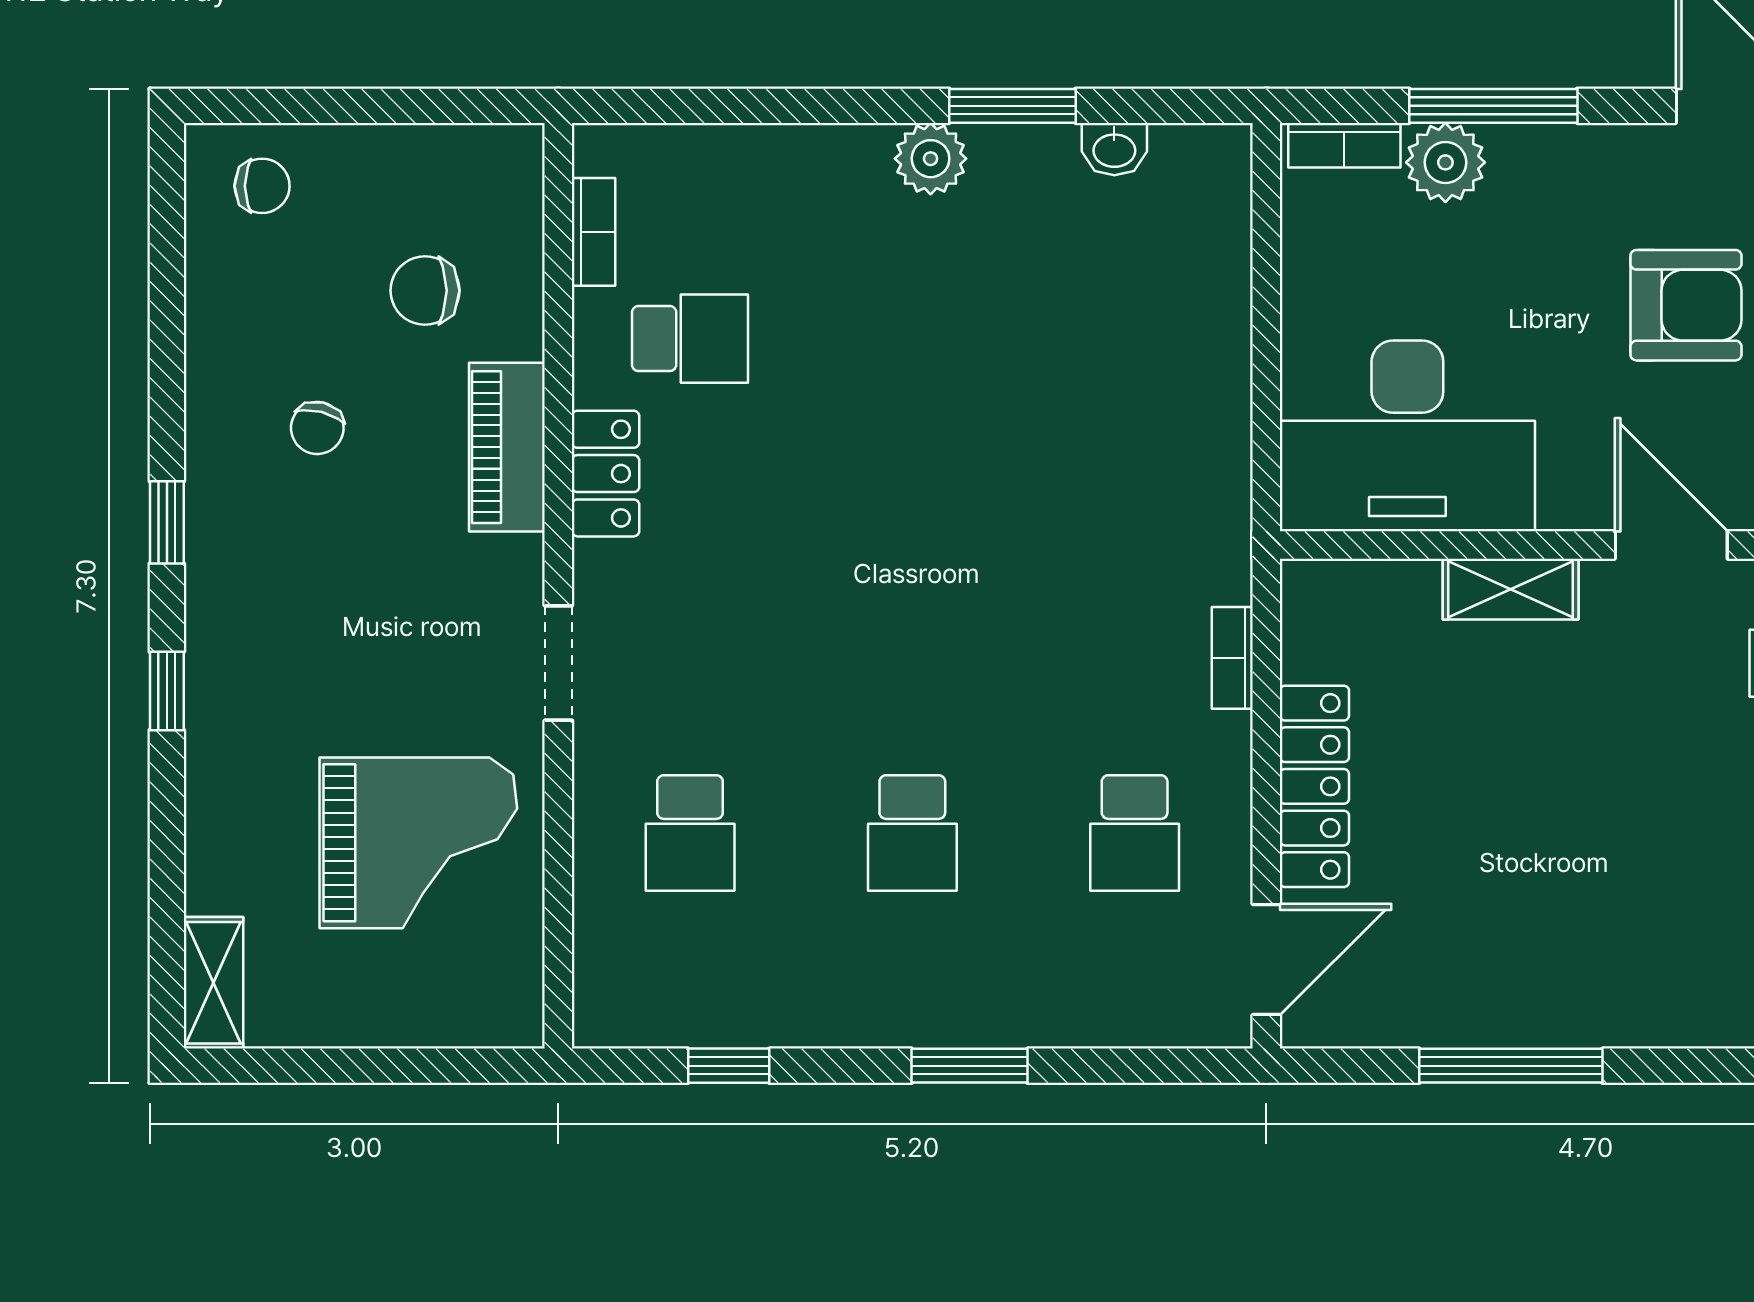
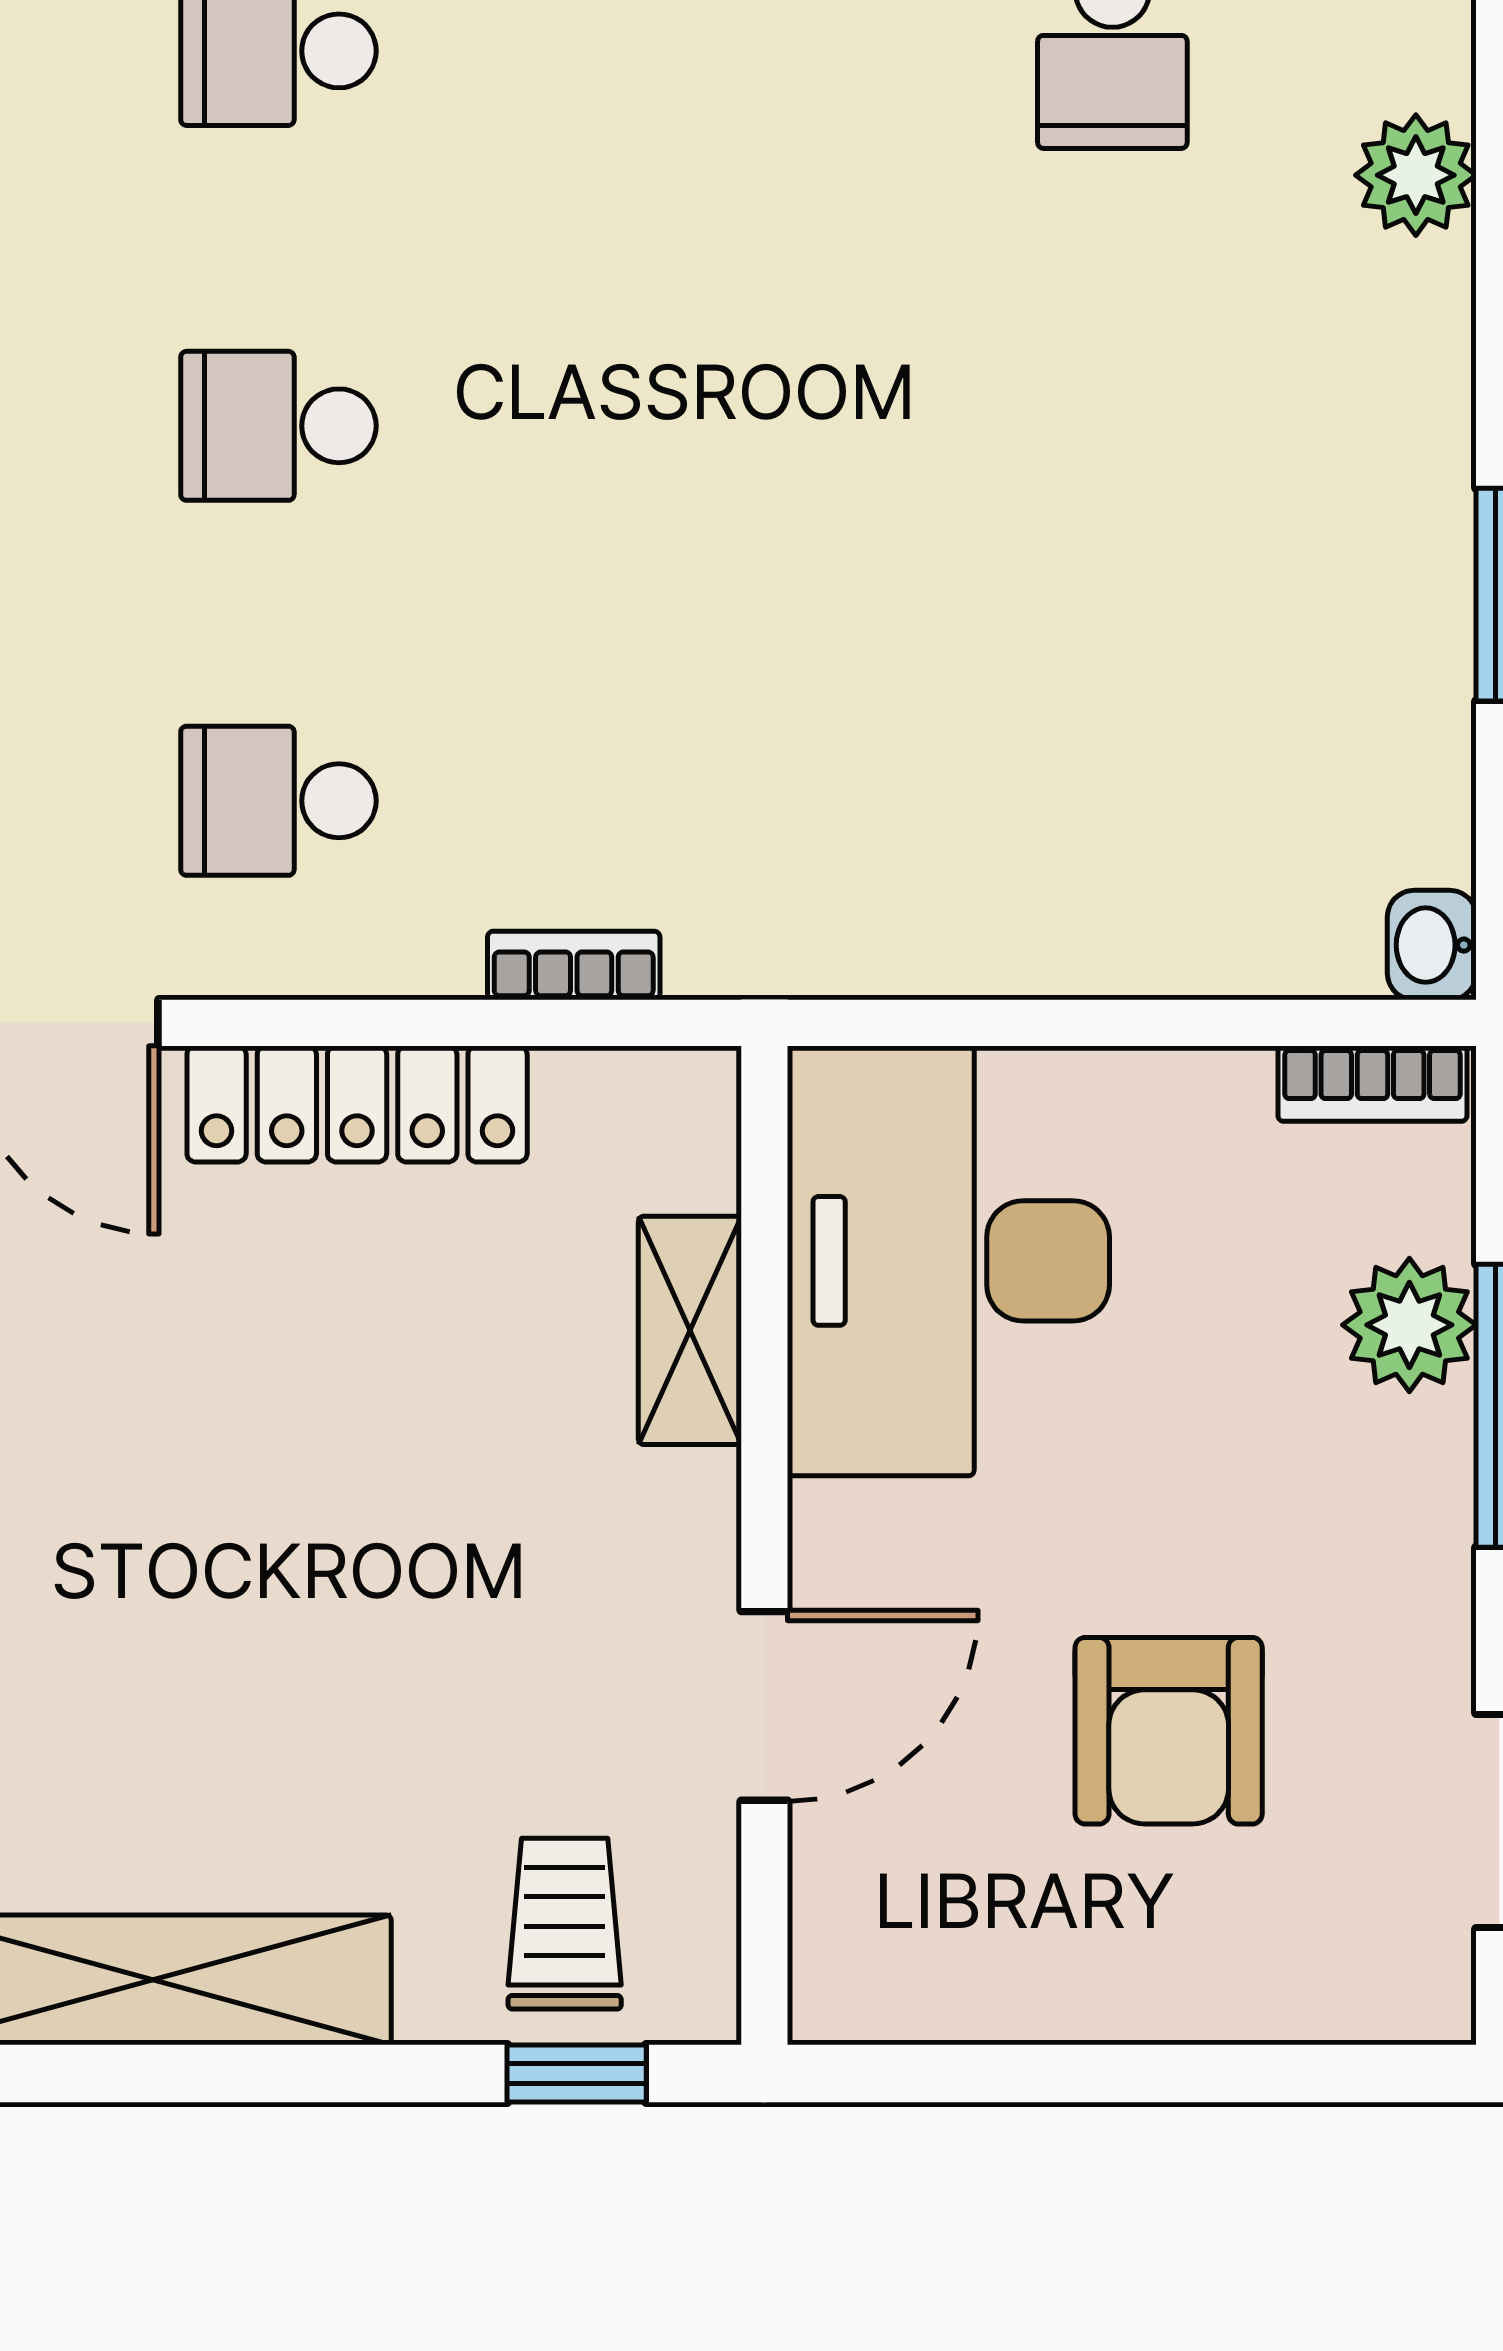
bookcase: (1344, 145) -> (1372, 1084), moved, turned -90
washbasin: (1114, 149) -> (1432, 945), moved
plant: (931, 159) -> (1416, 175), moved
shelving: (1511, 589) -> (690, 1330), moved

